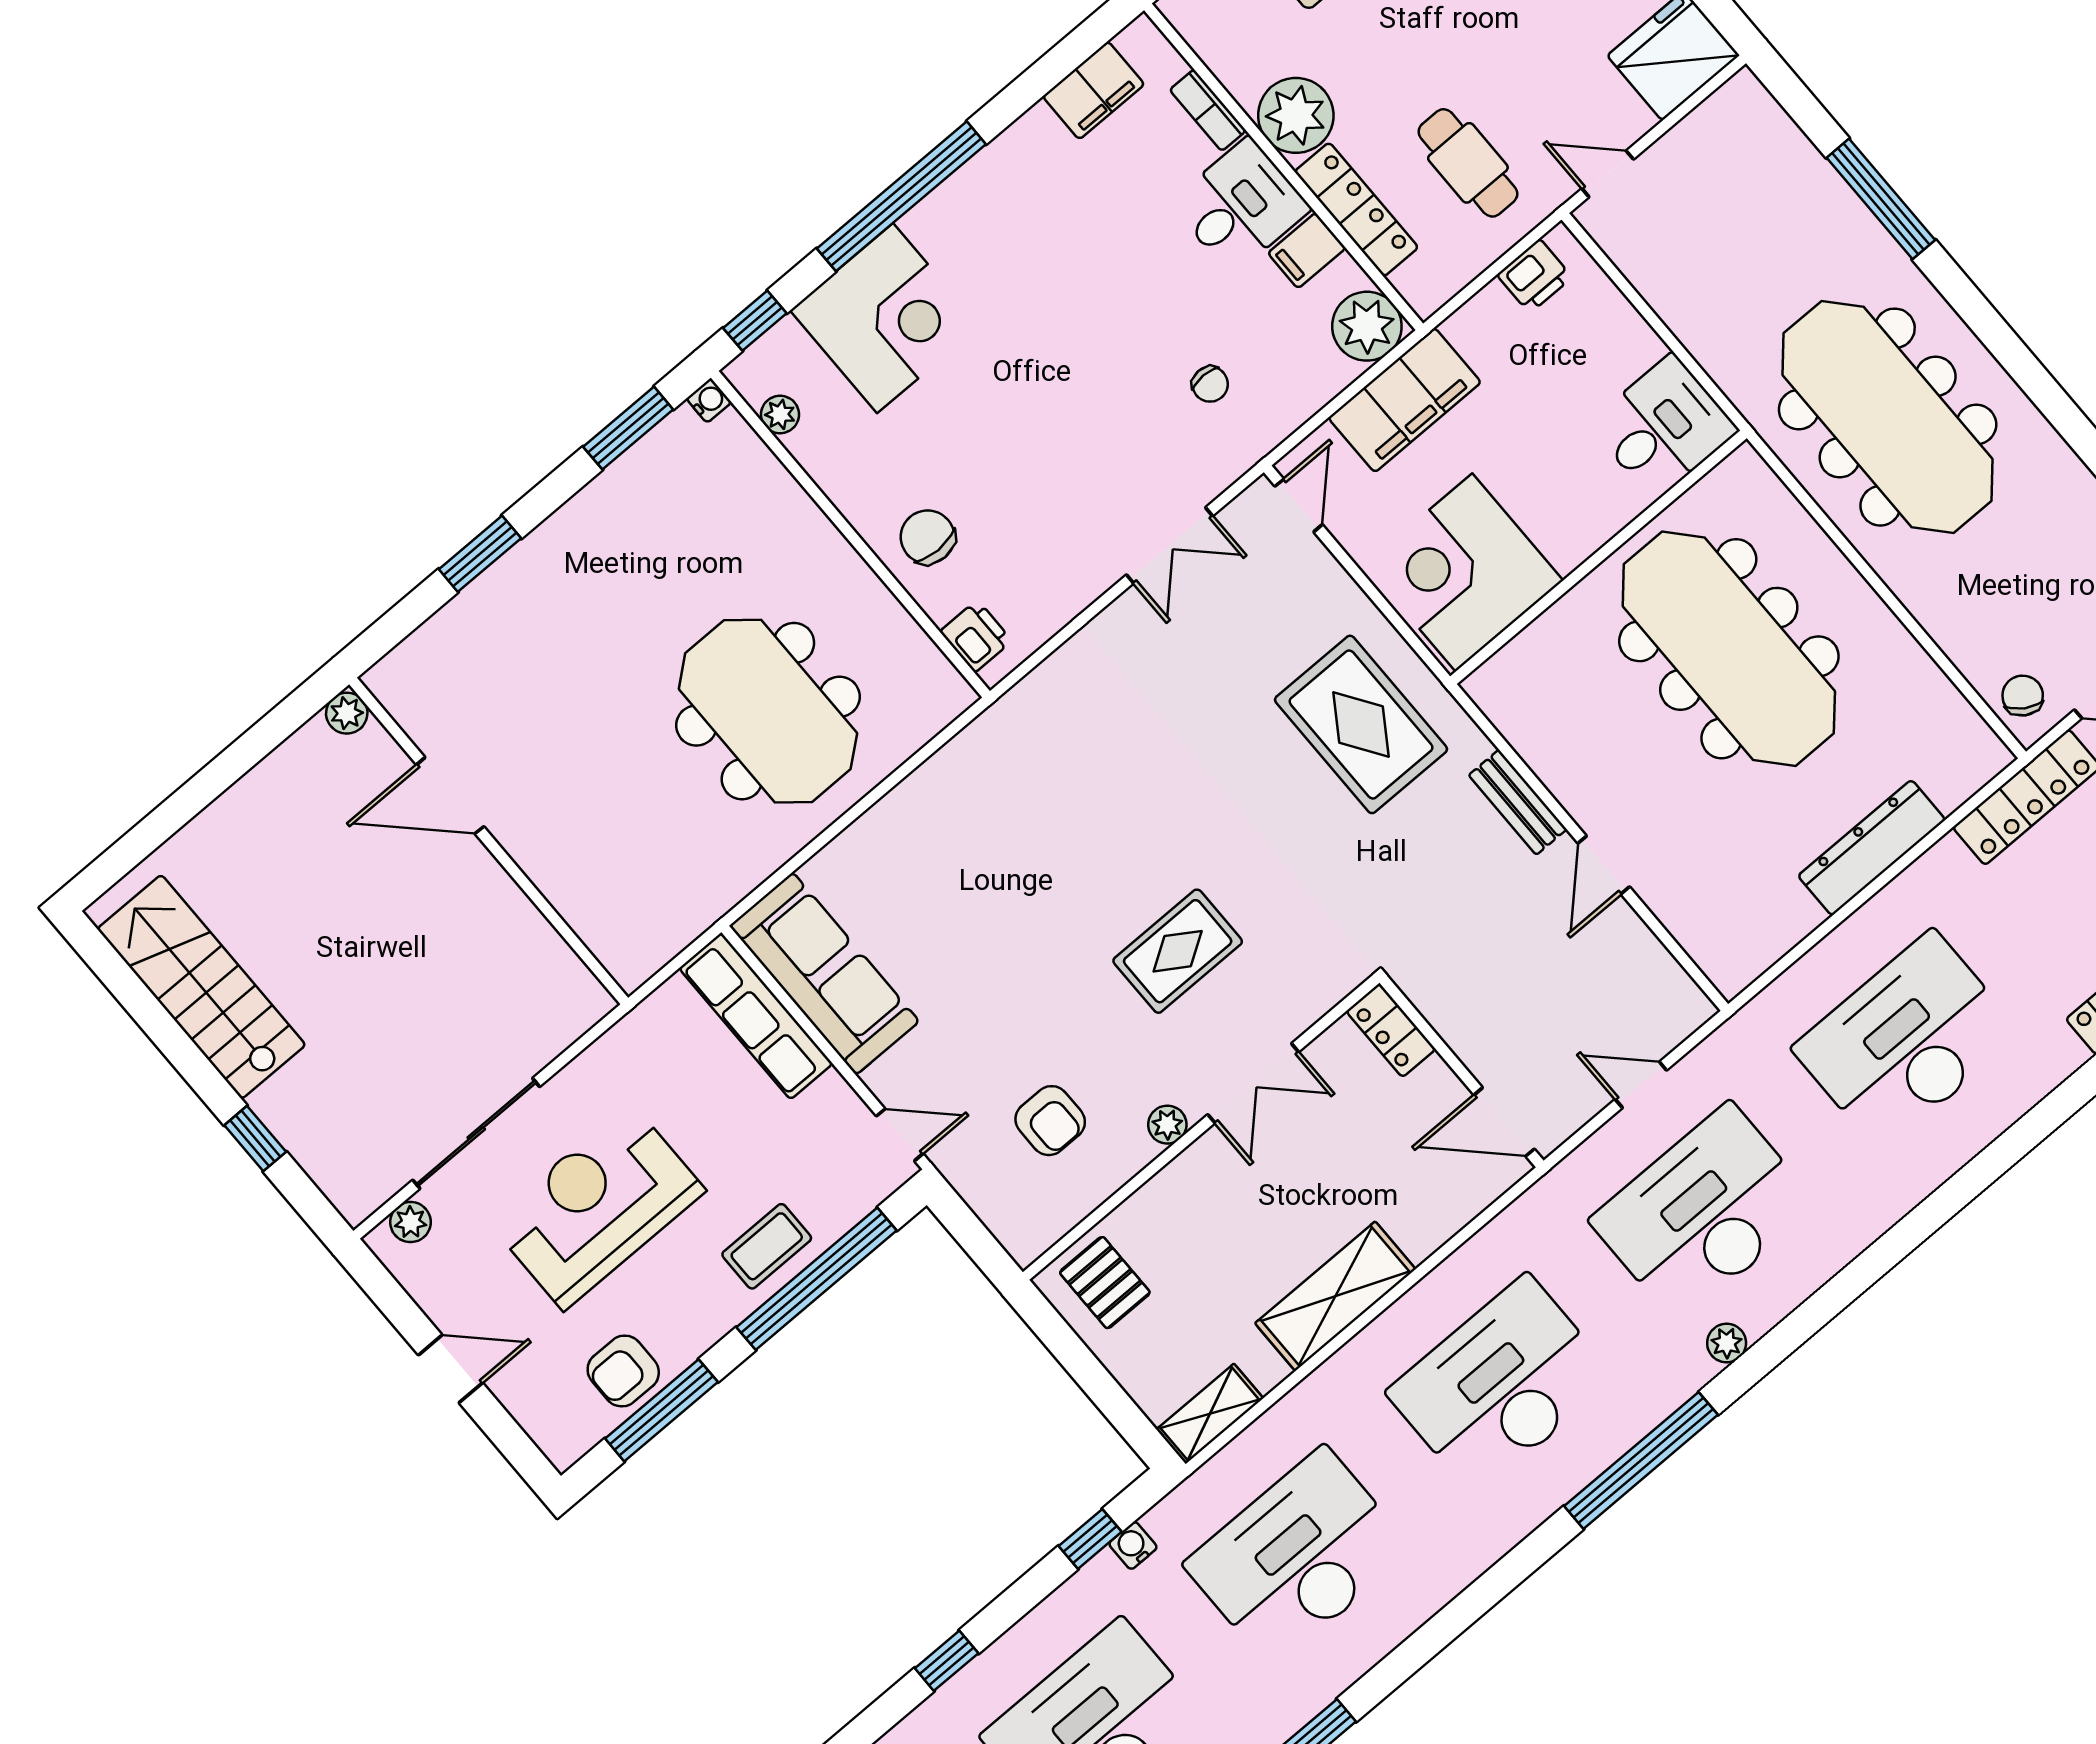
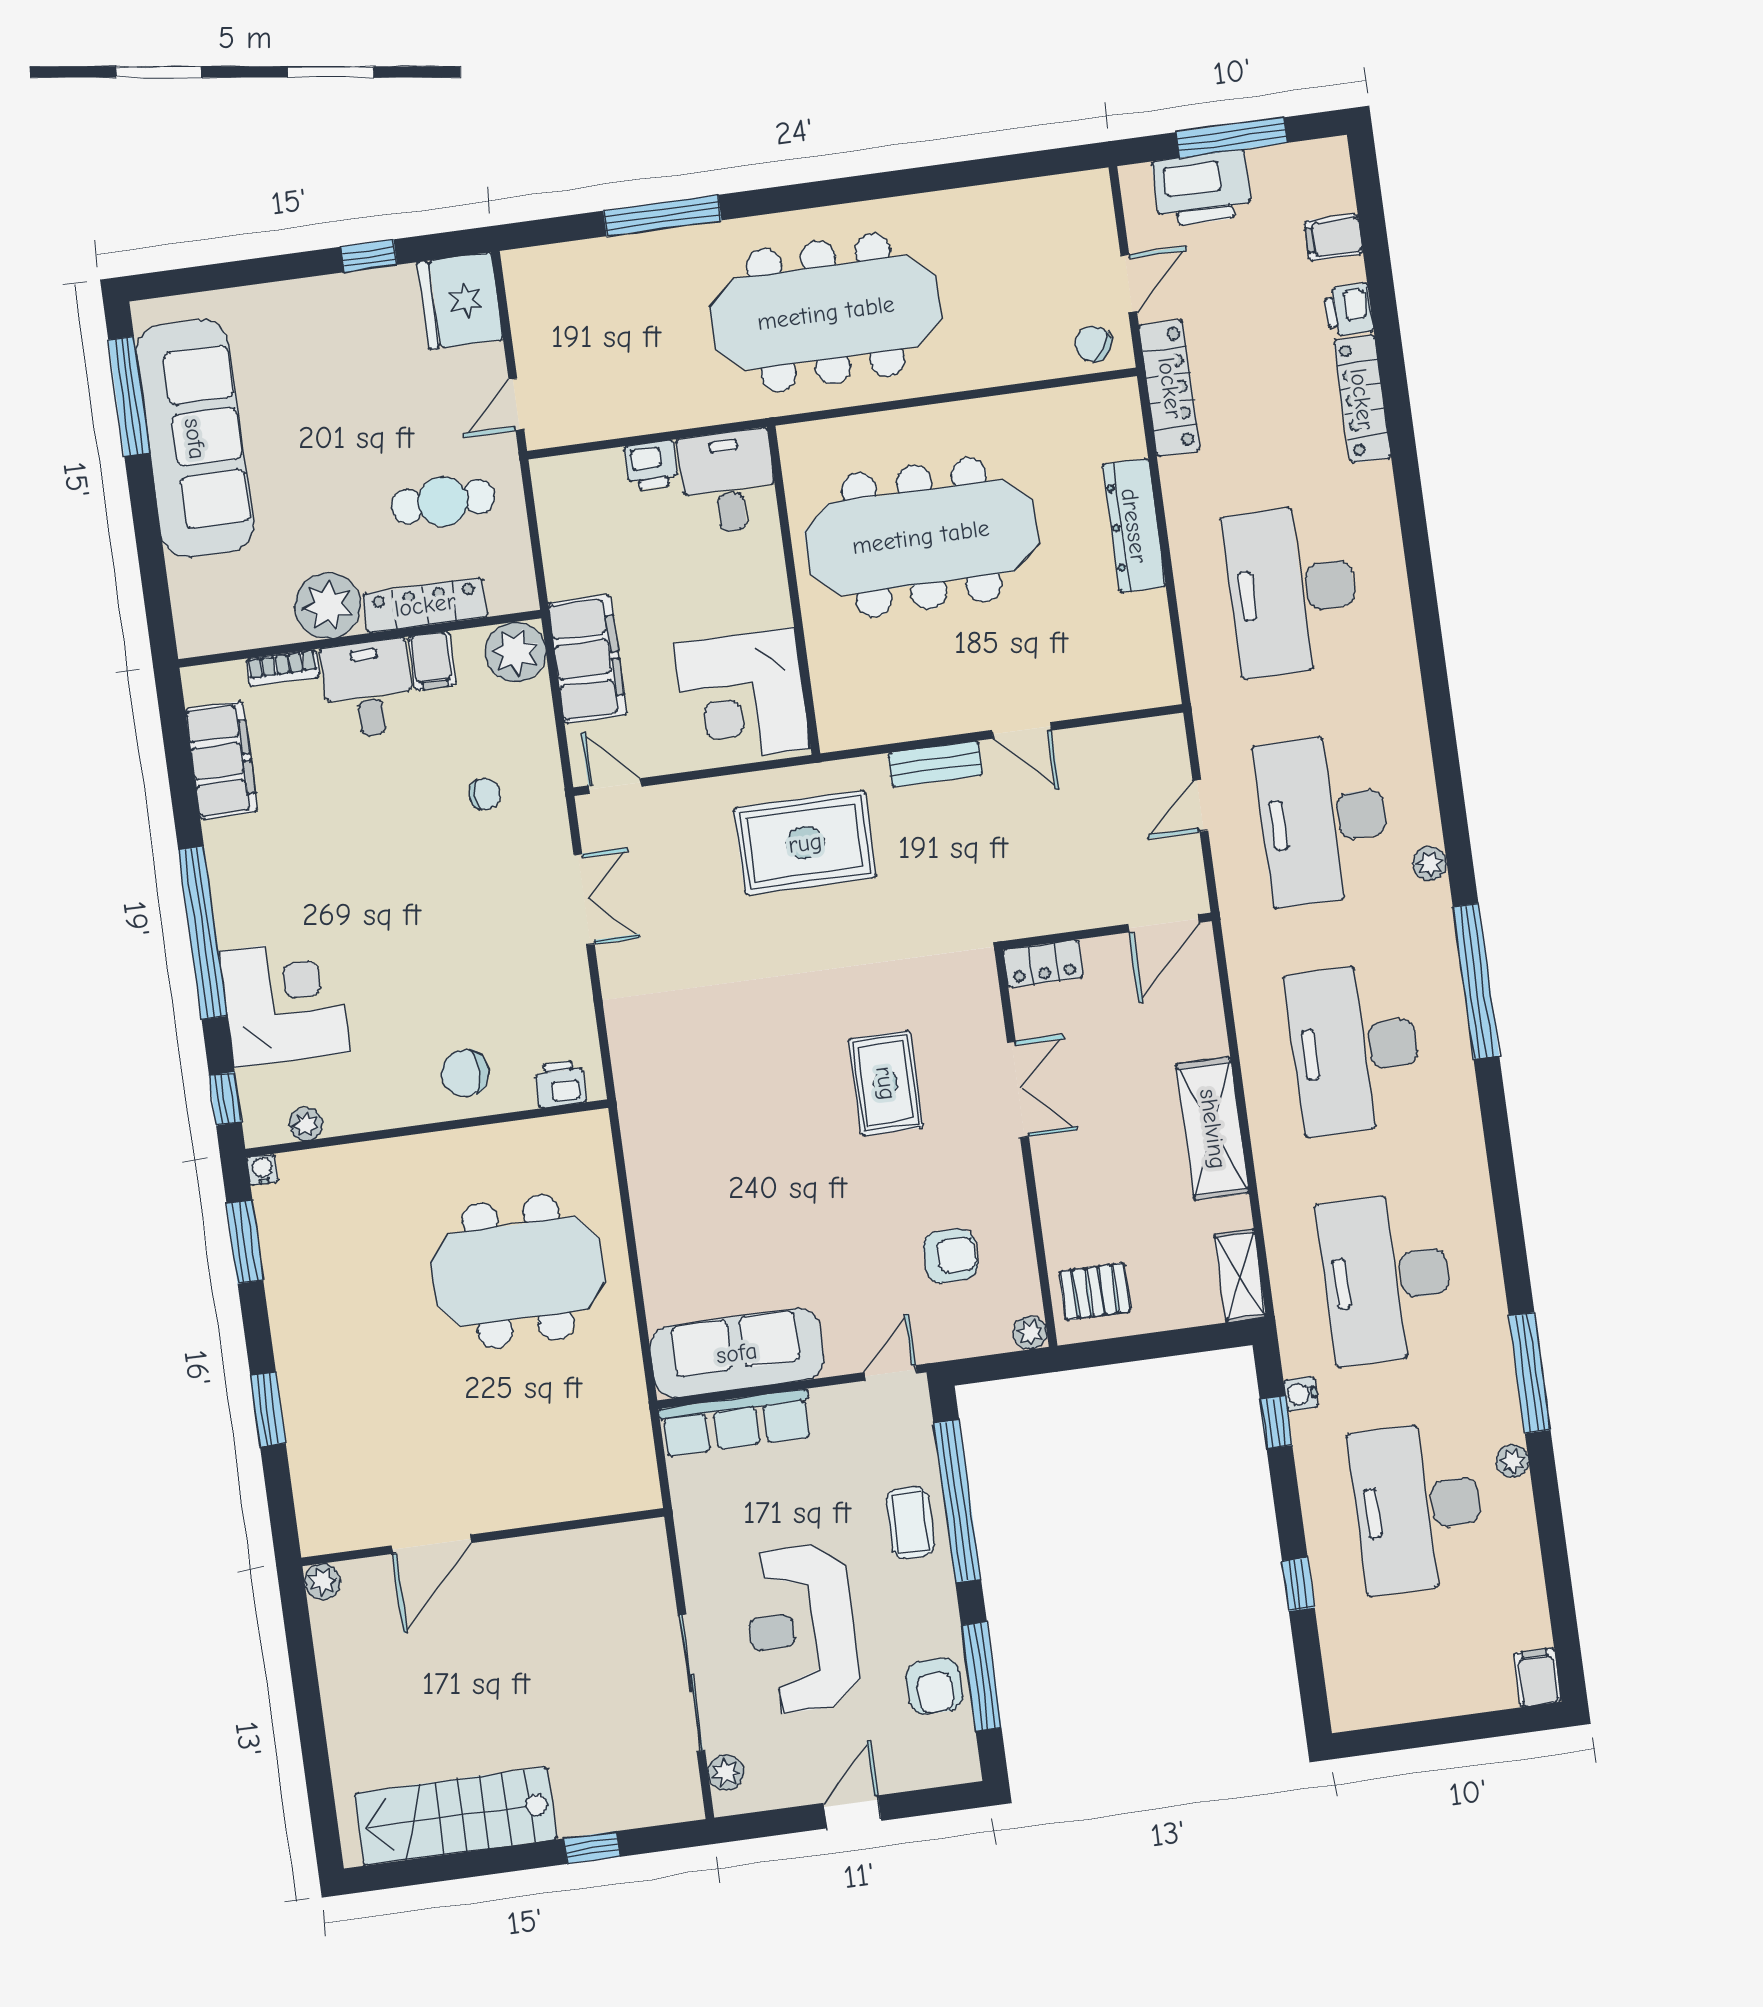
filing cabinet: (1094, 90) -> (221, 760), width x1.50, depth x1.17
printer: (1535, 276) -> (651, 465), moved, turned 90
plant: (1167, 1125) -> (1030, 1333), moved

